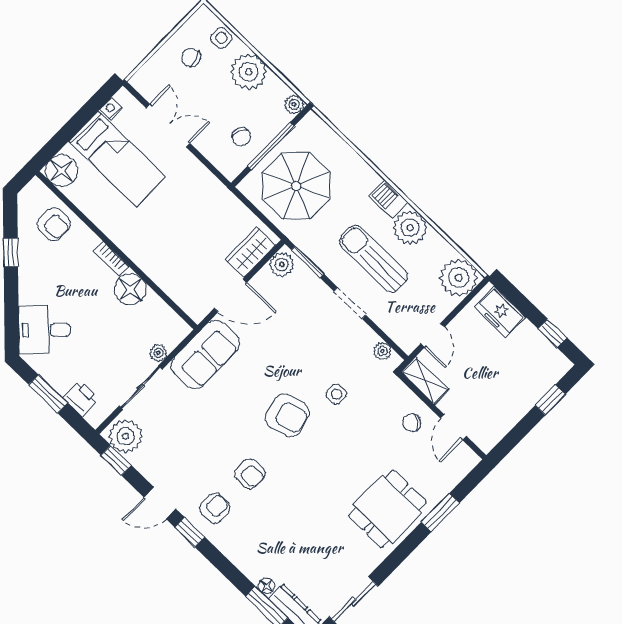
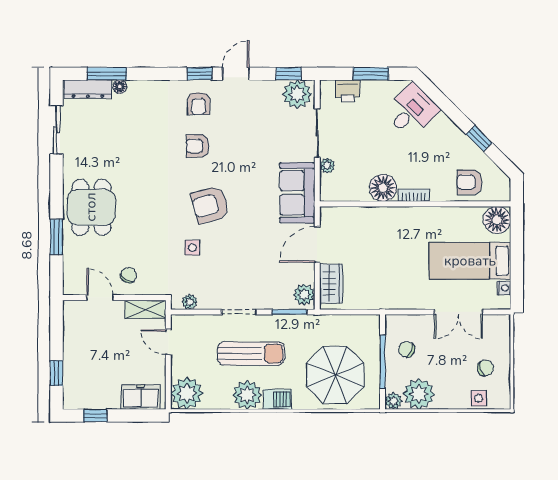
plant: (249, 72) -> (419, 394), moved
parasol: (296, 186) -> (335, 375), moved

